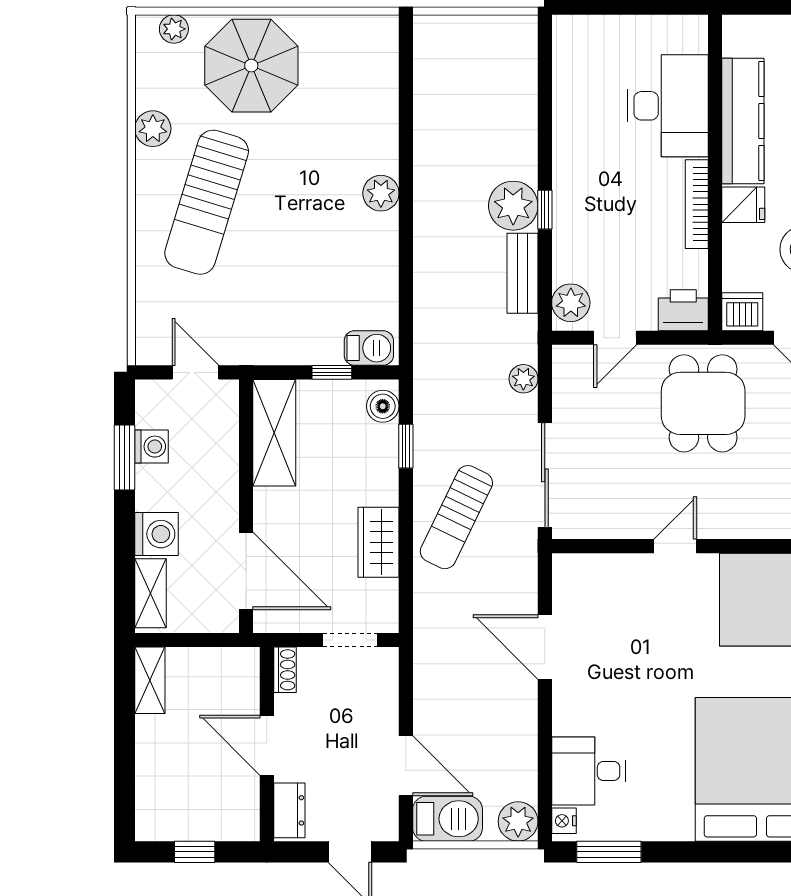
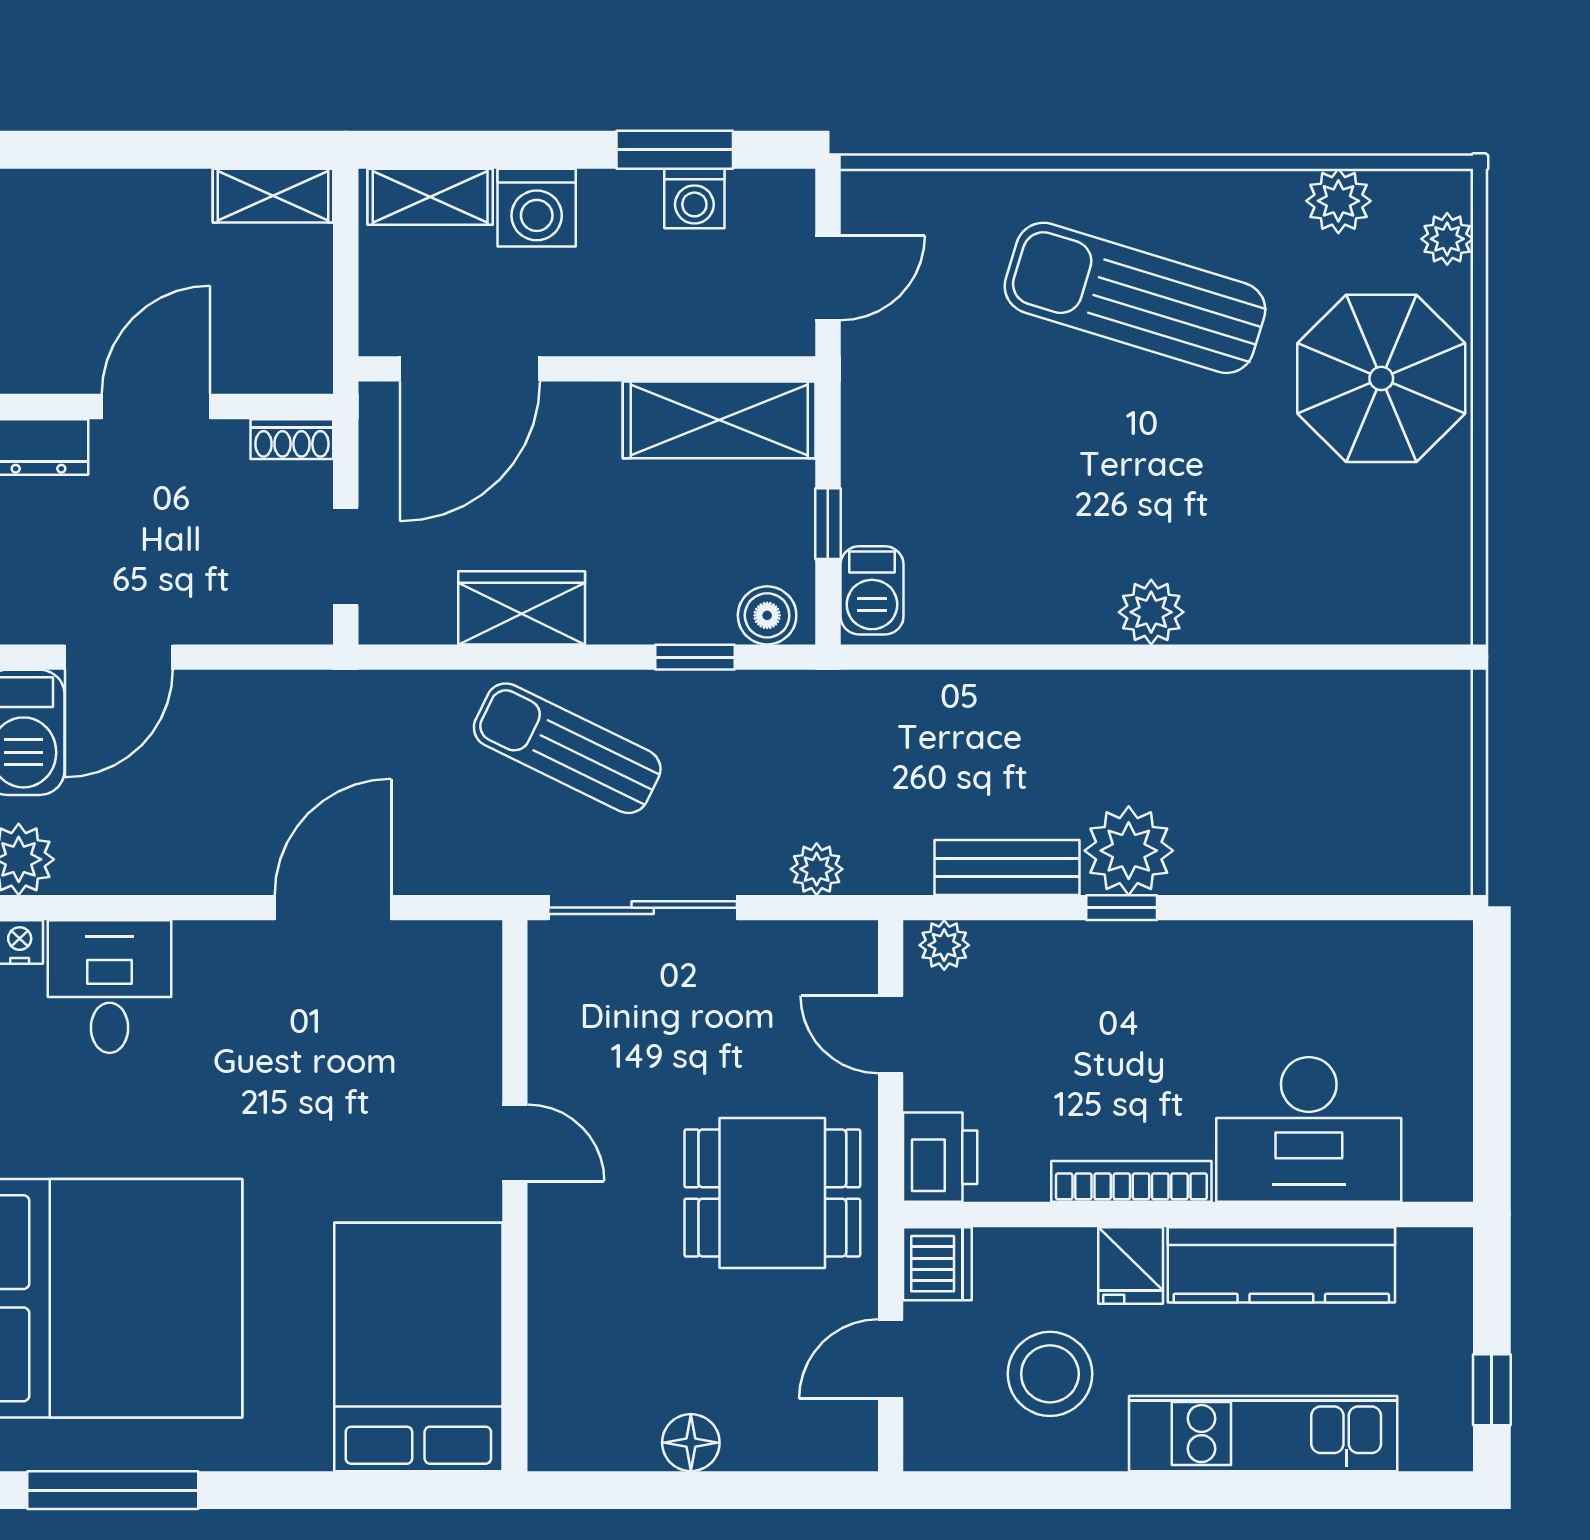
plant: (153, 129) -> (1338, 201), moved
plant: (571, 303) -> (944, 945), width x0.73, depth x0.73

